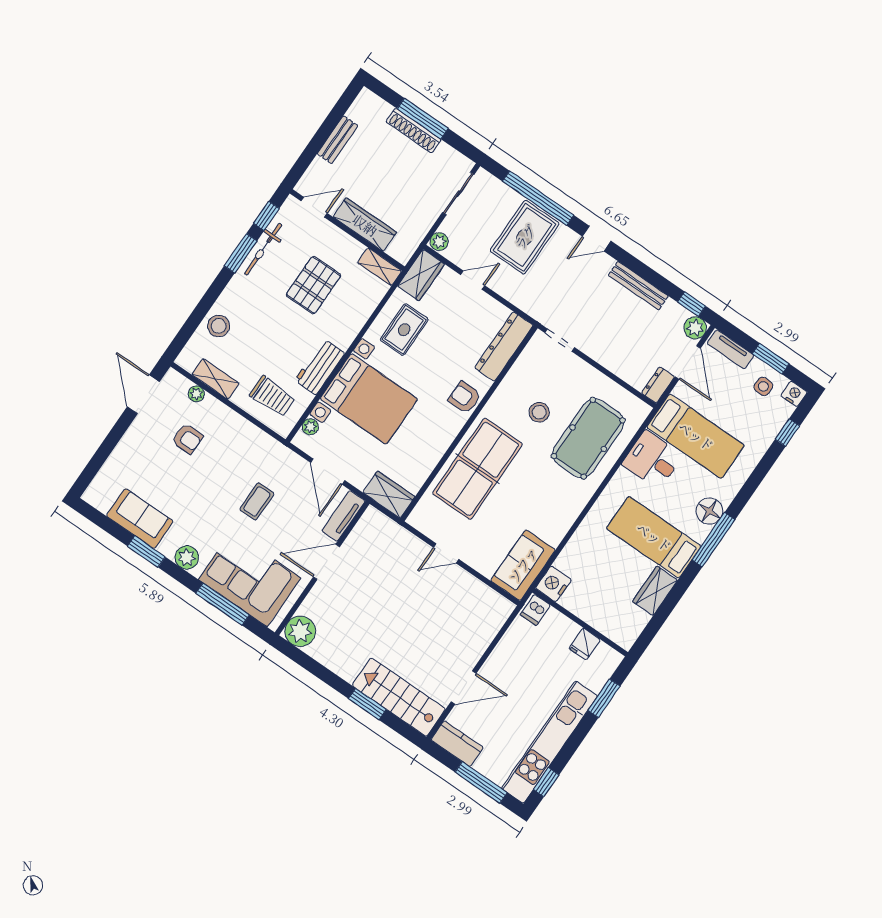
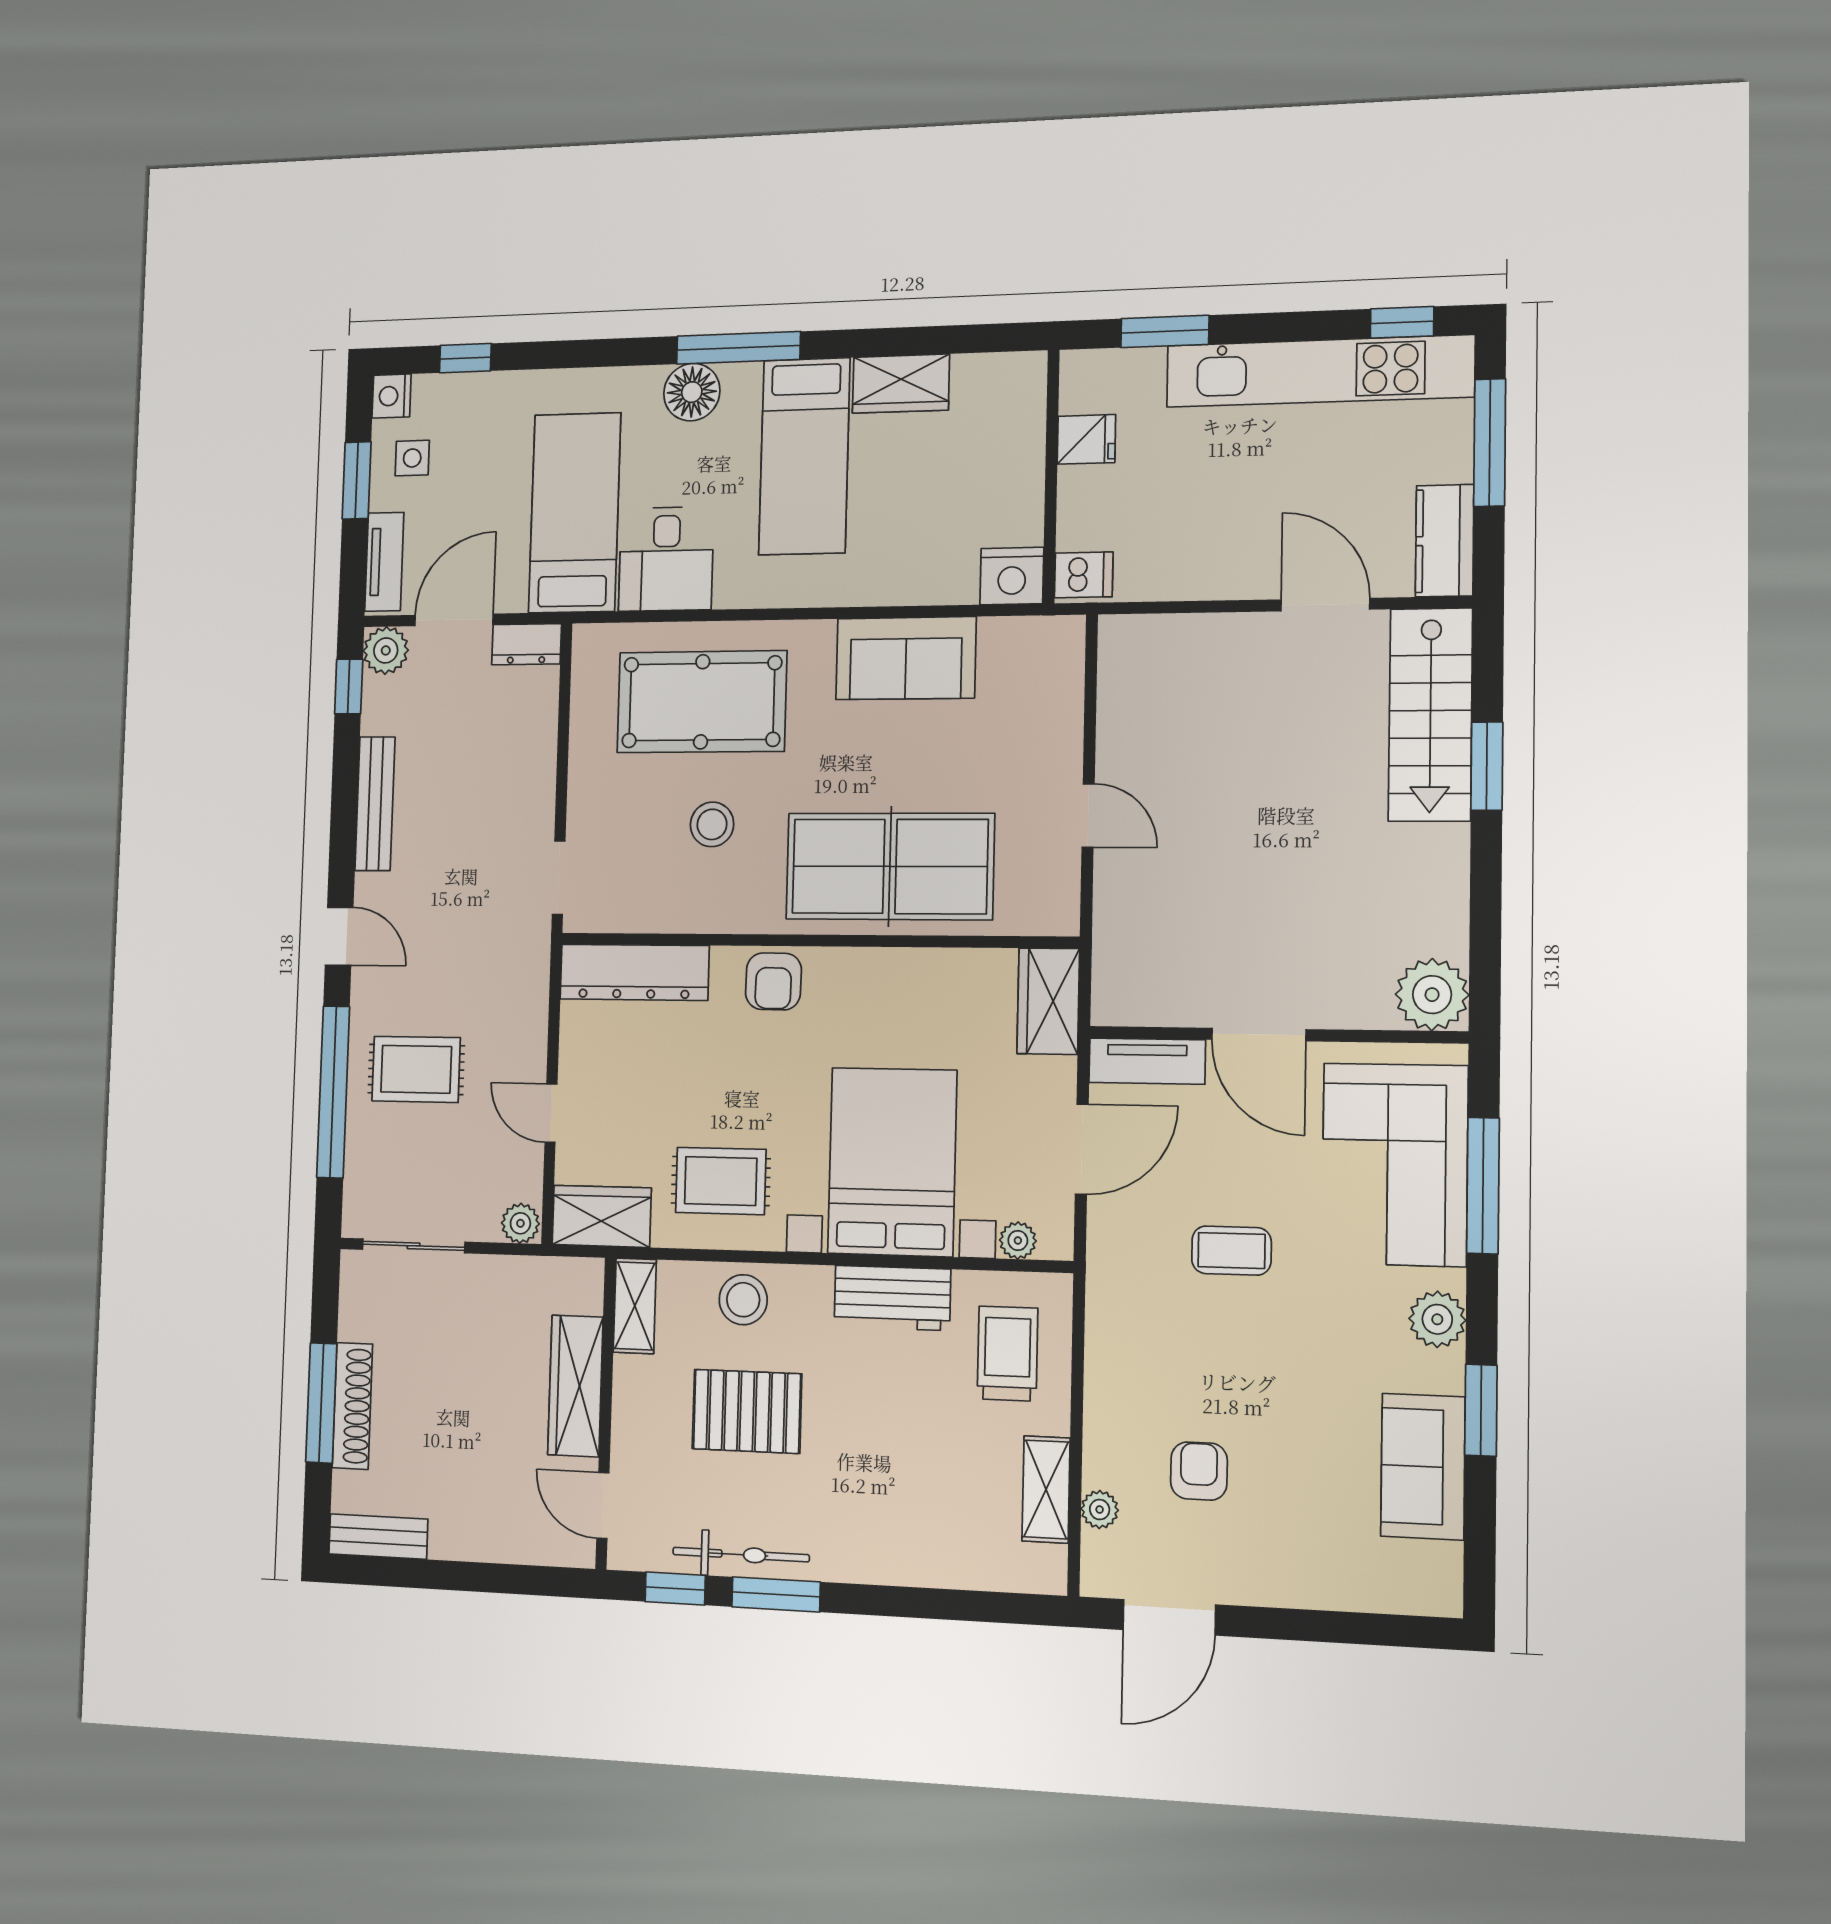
bench: (338, 140) -> (378, 1536), moved
rug: (525, 237) -> (416, 1069), width x0.73, depth x0.70
stool: (219, 326) -> (743, 1300), moved
sofa: (523, 565) -> (906, 658), moved

